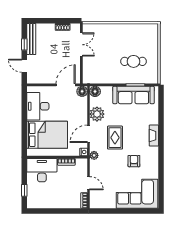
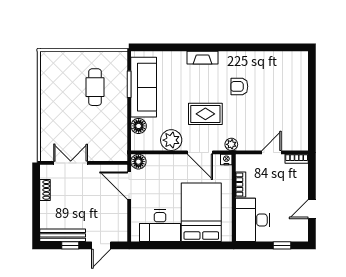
floor lamp: (95, 91) -> (139, 126), moved
corner sofa: (137, 194) -> (287, 82), removed
door: (49, 211) -> (312, 209), added

